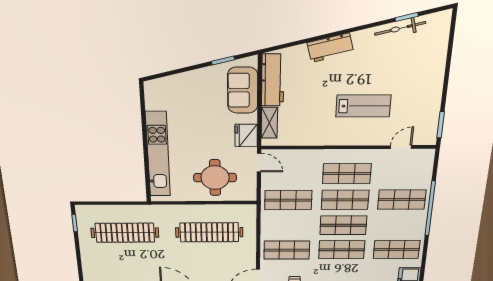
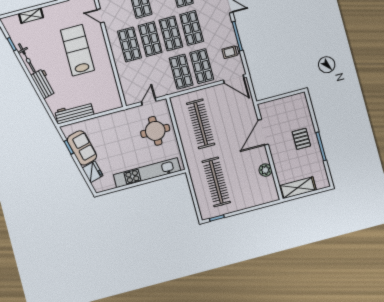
bicycle: (400, 28) -> (27, 58), moved
sofa: (243, 90) -> (82, 148), moved, turned -104
lab bench: (363, 106) -> (77, 50), width x1.36, depth x1.39
shelving: (269, 123) -> (31, 16), moved
fridge: (246, 135) -> (93, 172), moved, turned -104
door: (259, 163) -> (149, 102), moved
shop shelf: (288, 200) -> (181, 72), moved

